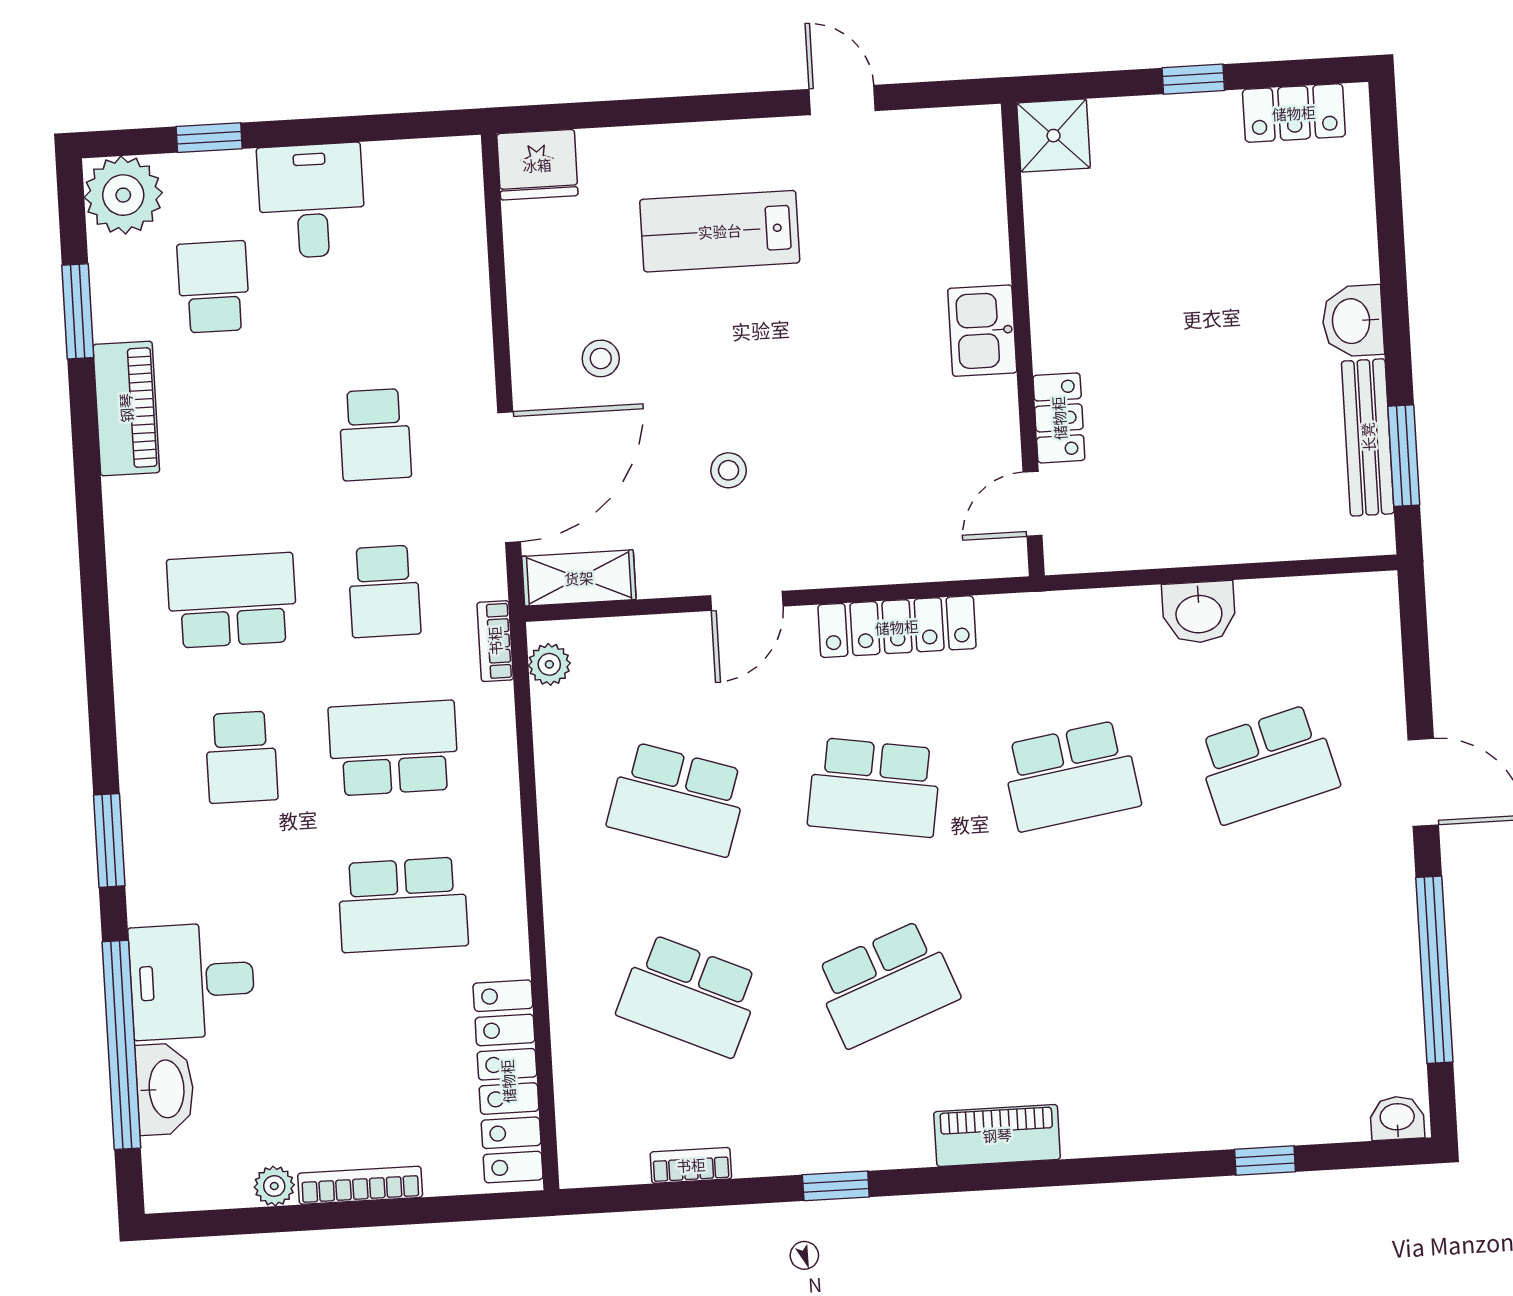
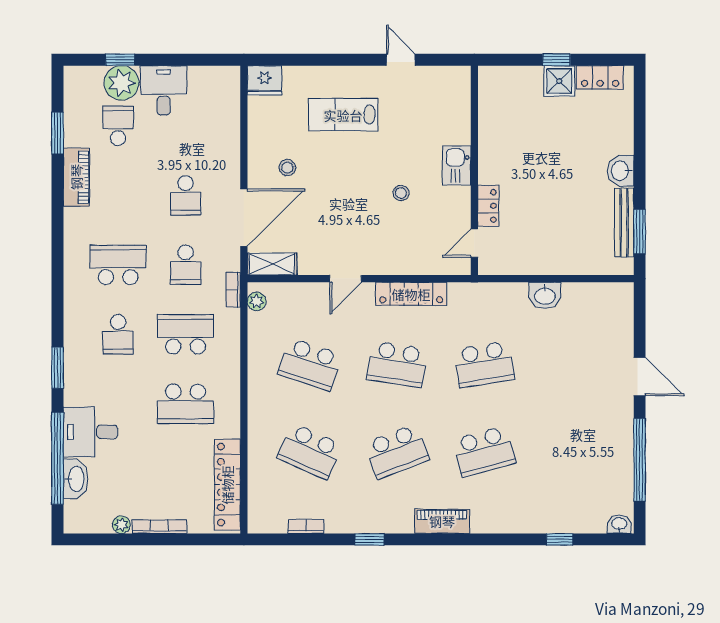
shower: (1054, 136) -> (559, 81), moved
plant: (123, 195) -> (121, 83), moved
stool: (729, 470) -> (401, 193), moved
school desk: (1267, 764) -> (484, 451), moved

